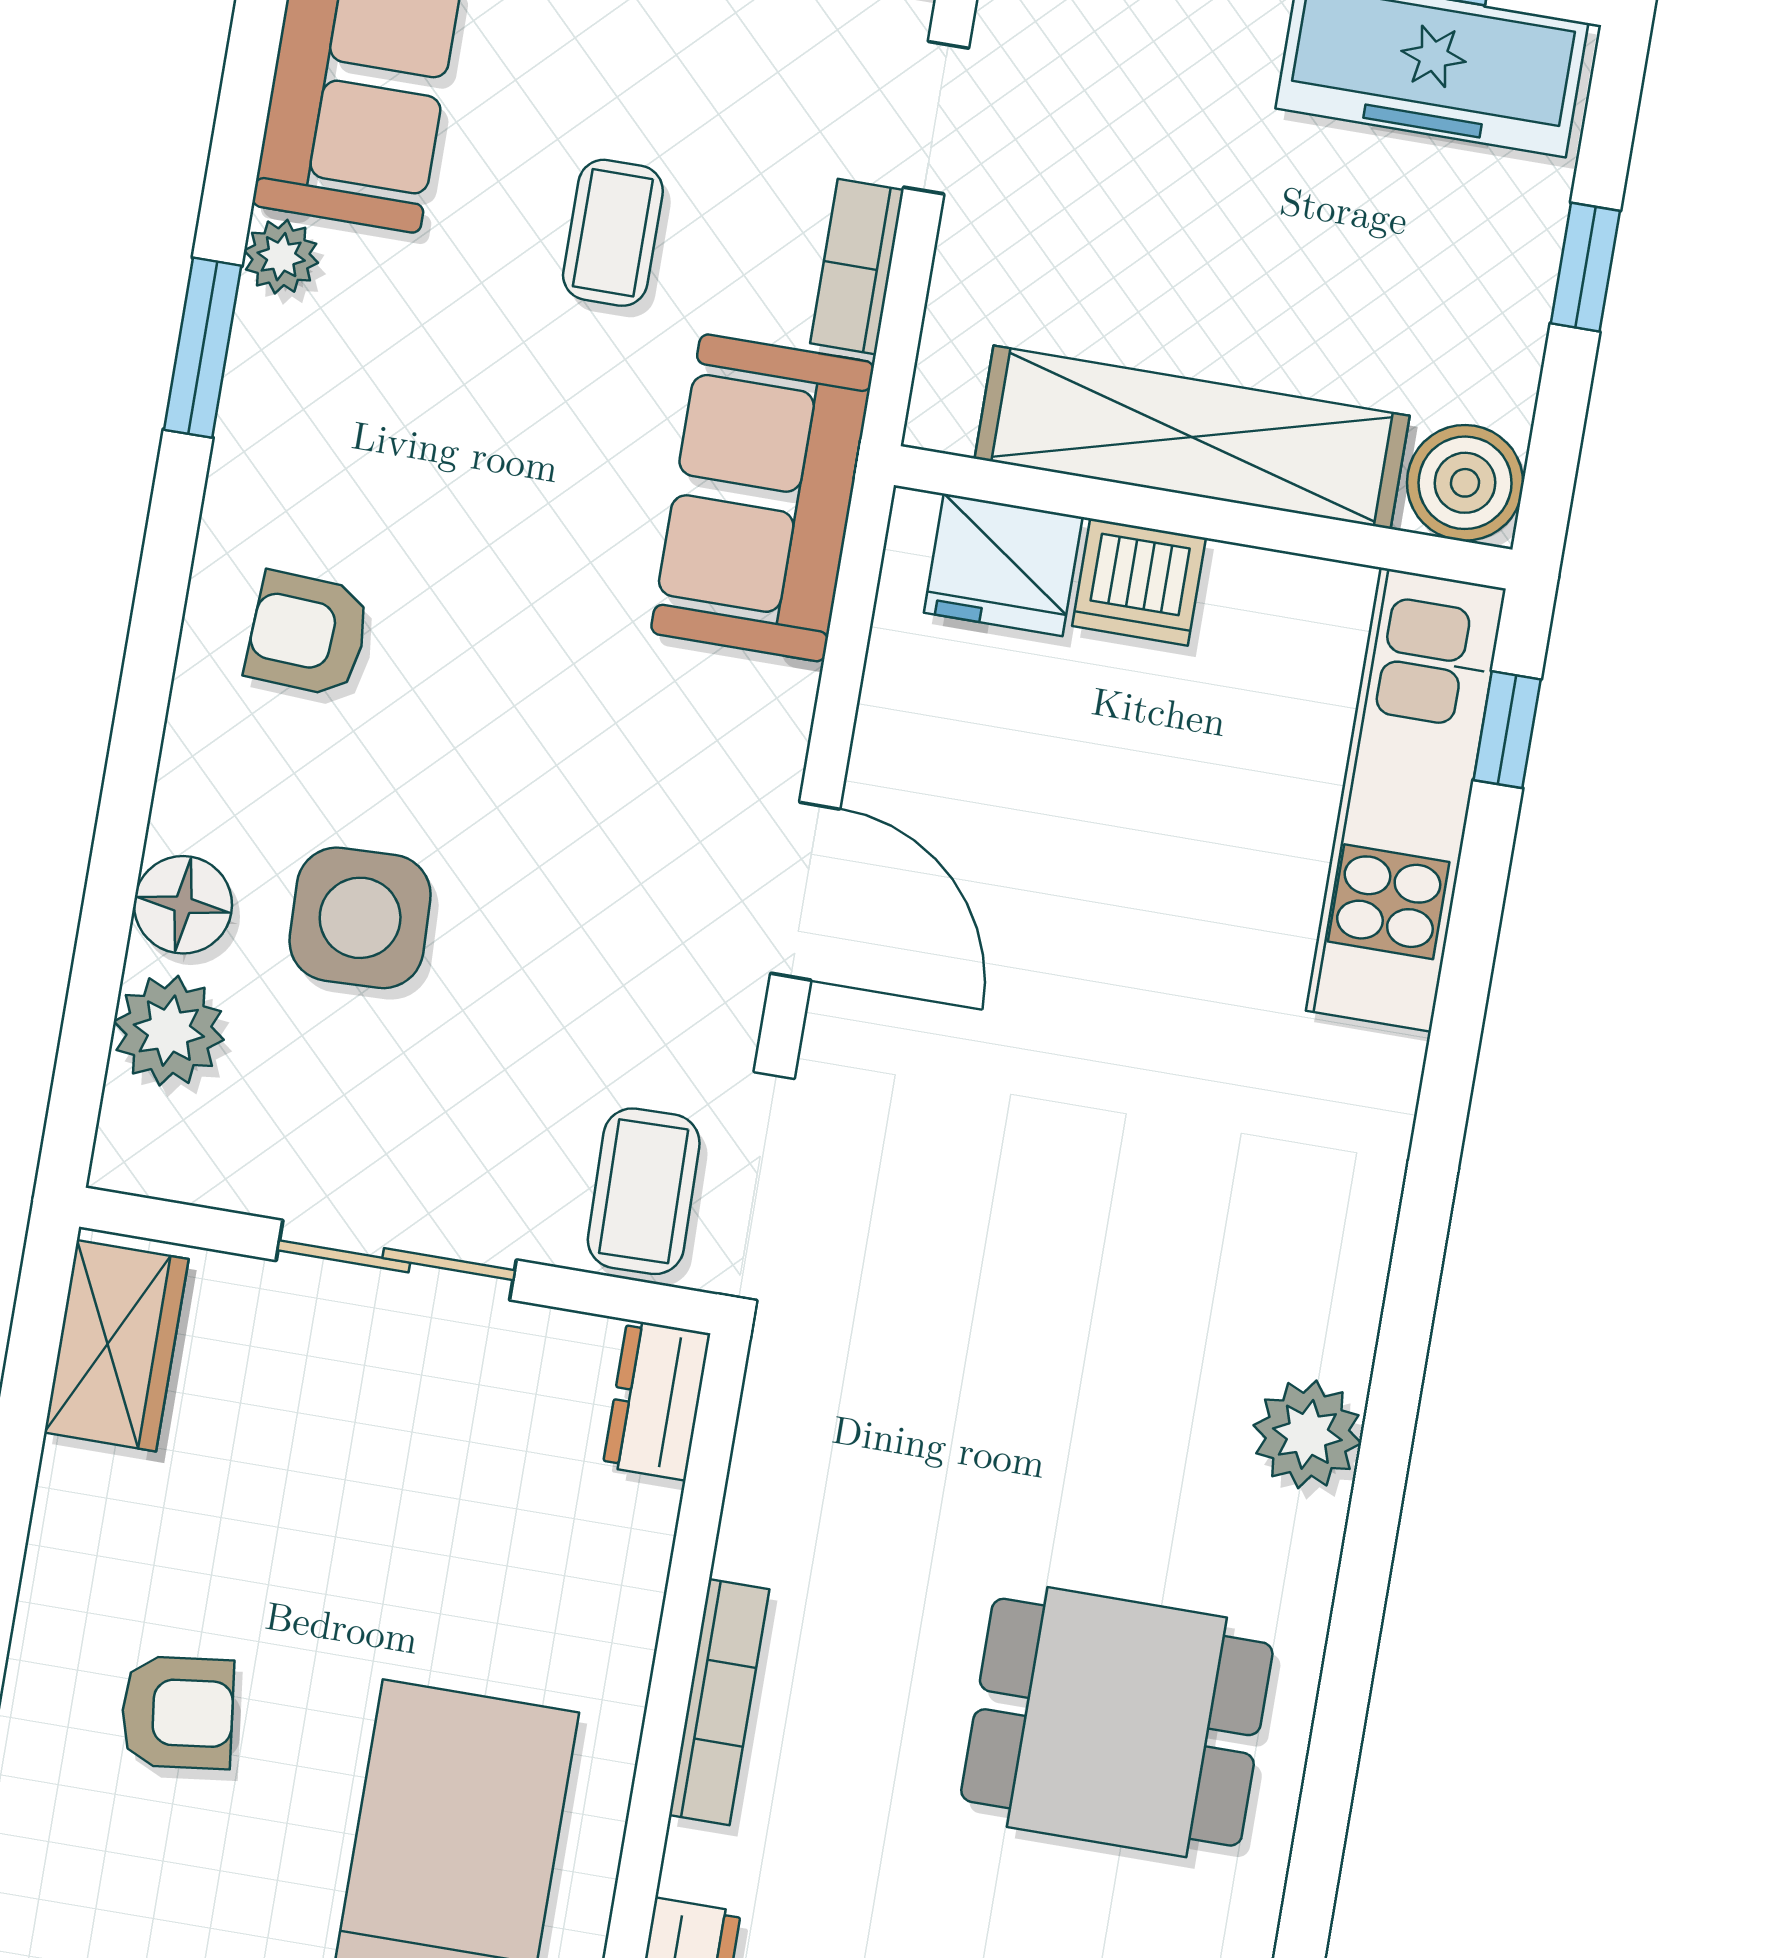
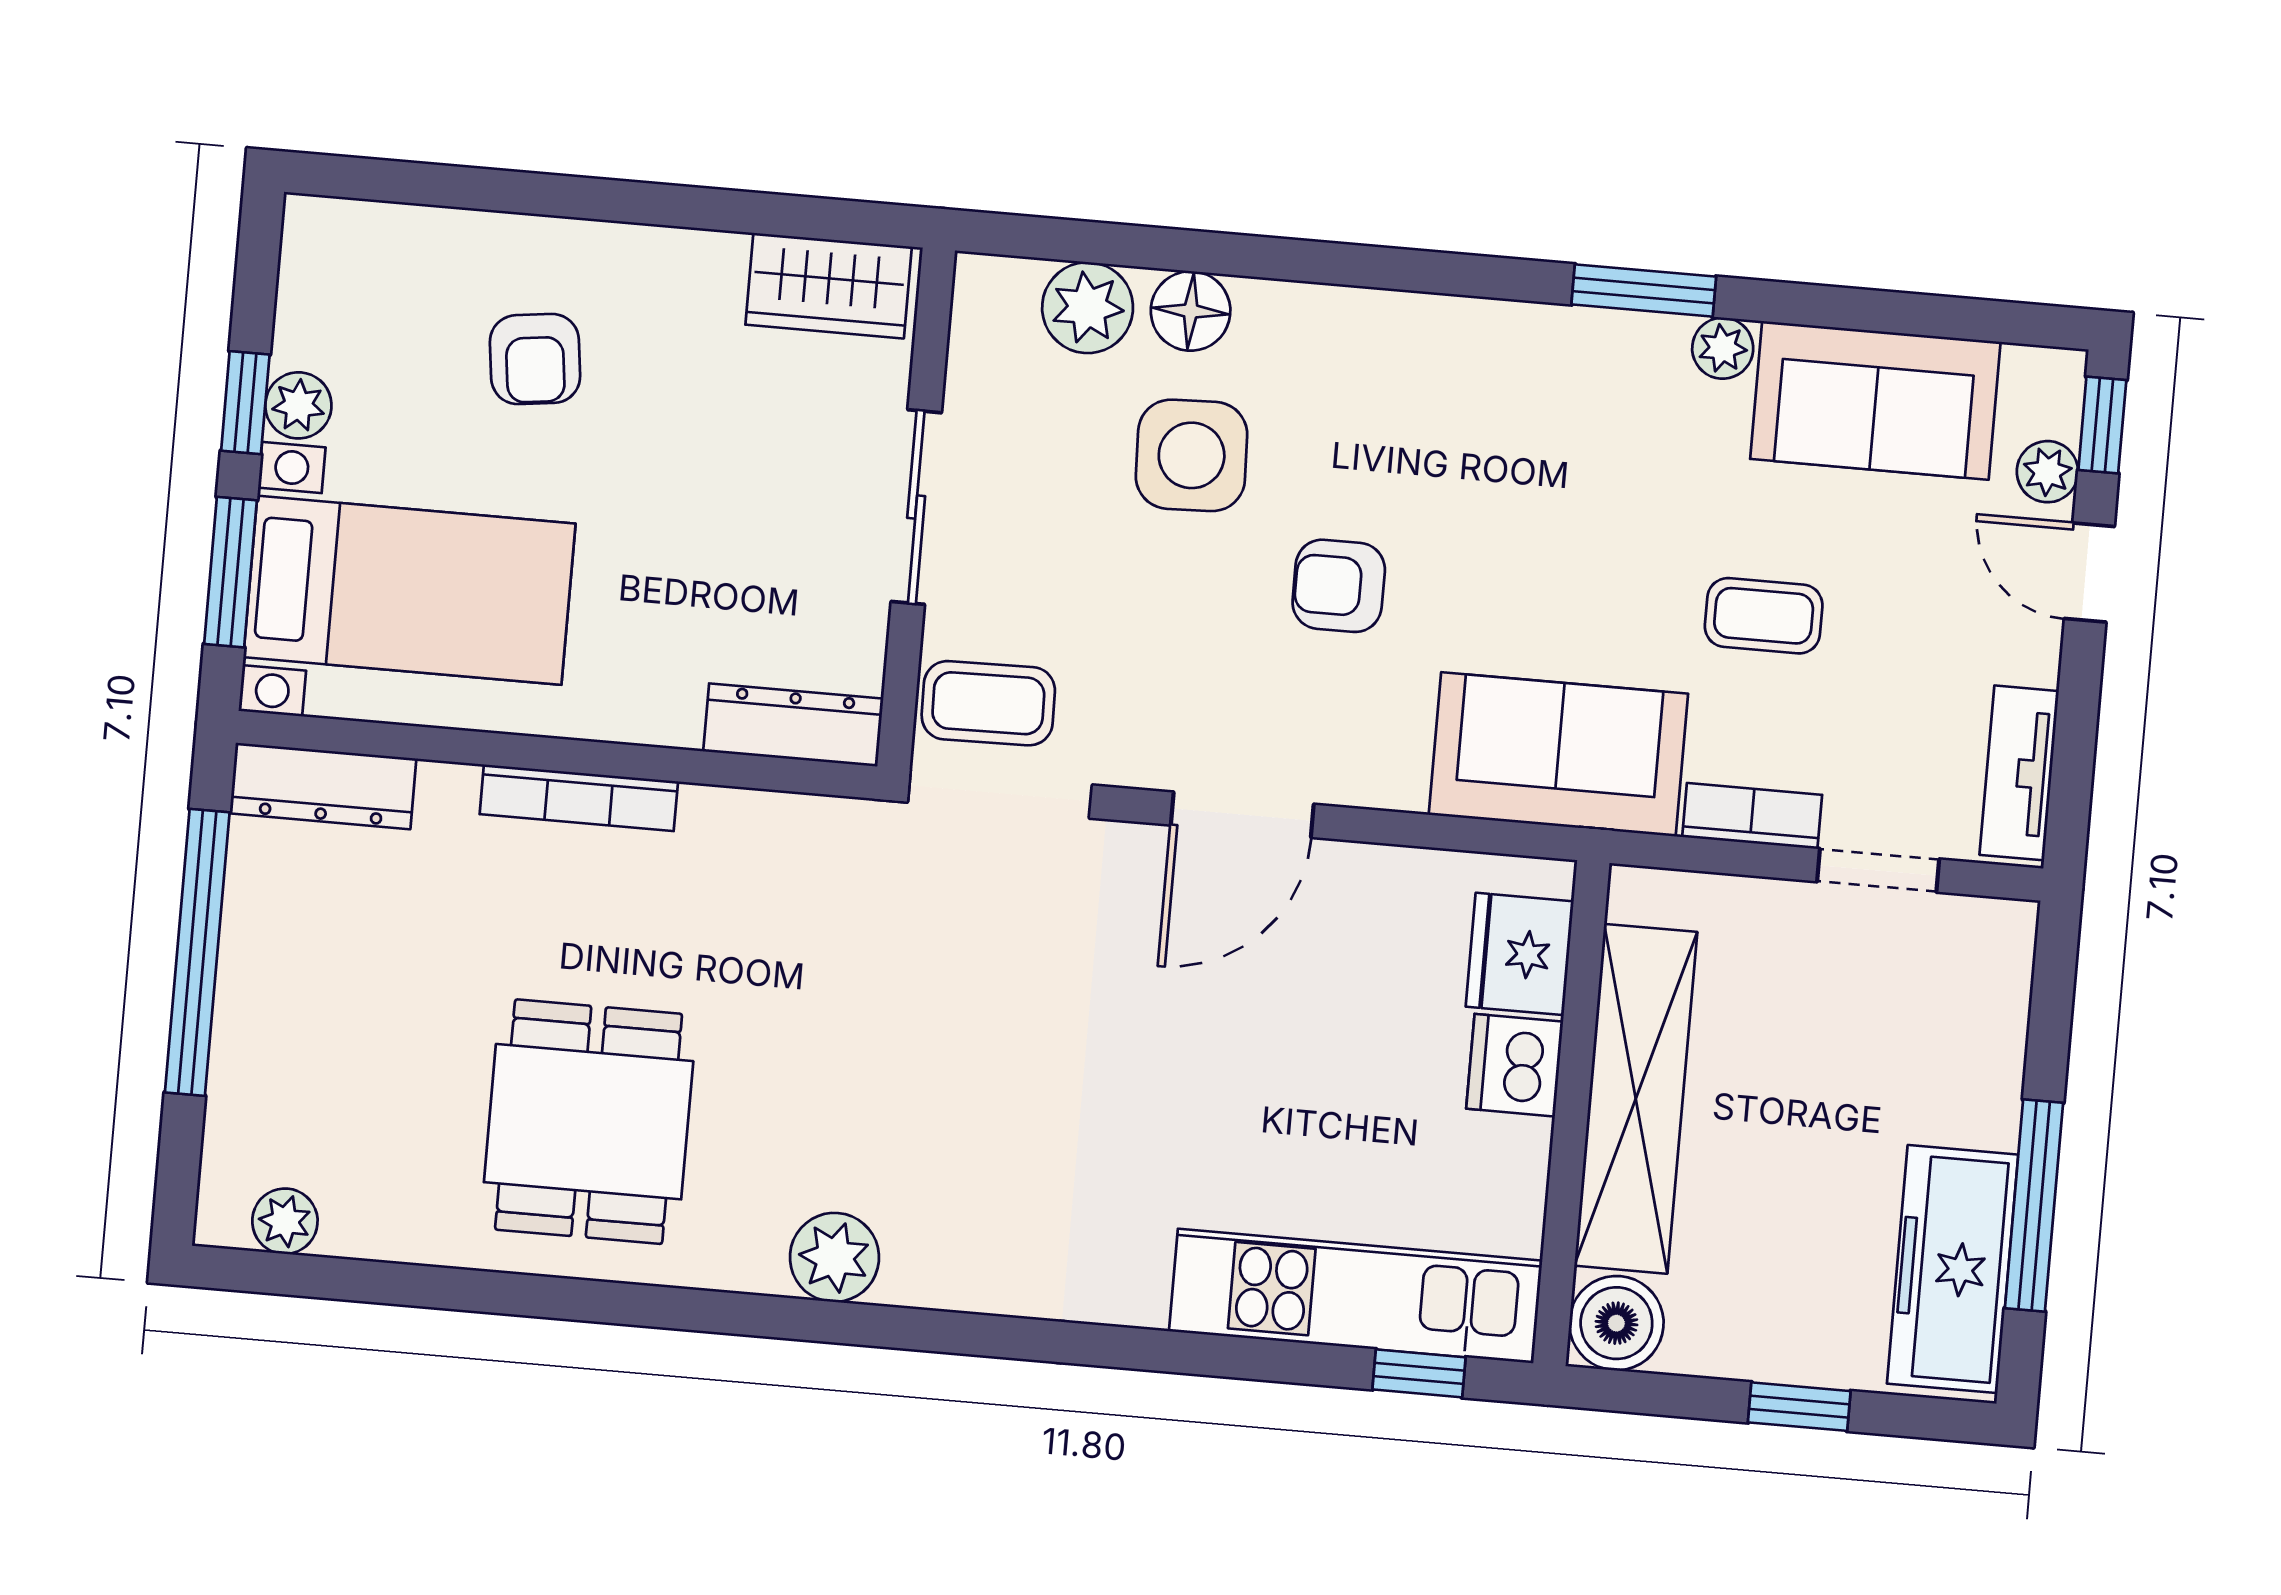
armchair: (308, 634) -> (1339, 586), moved, turned -93
dresser: (657, 1400) -> (793, 725), width x1.44

